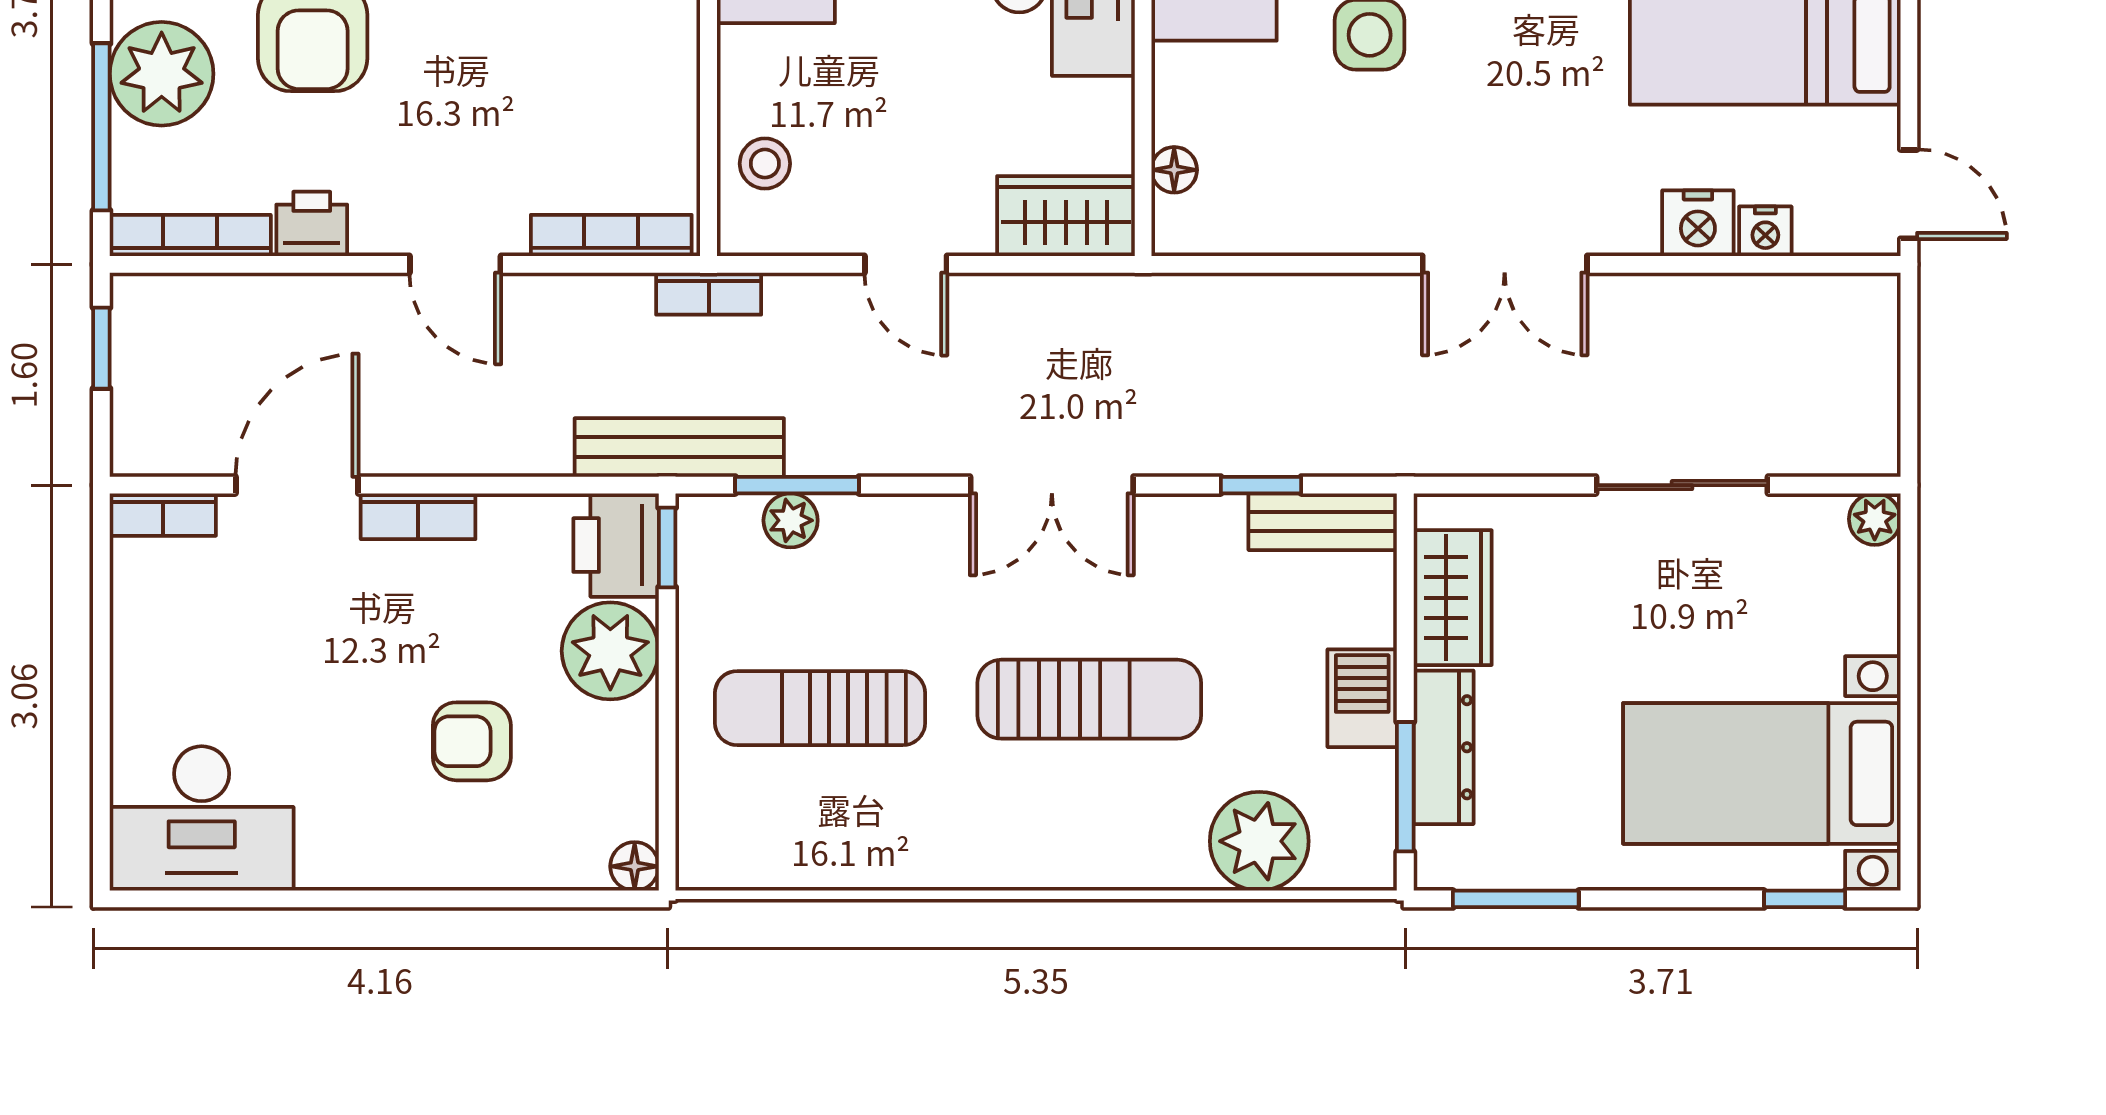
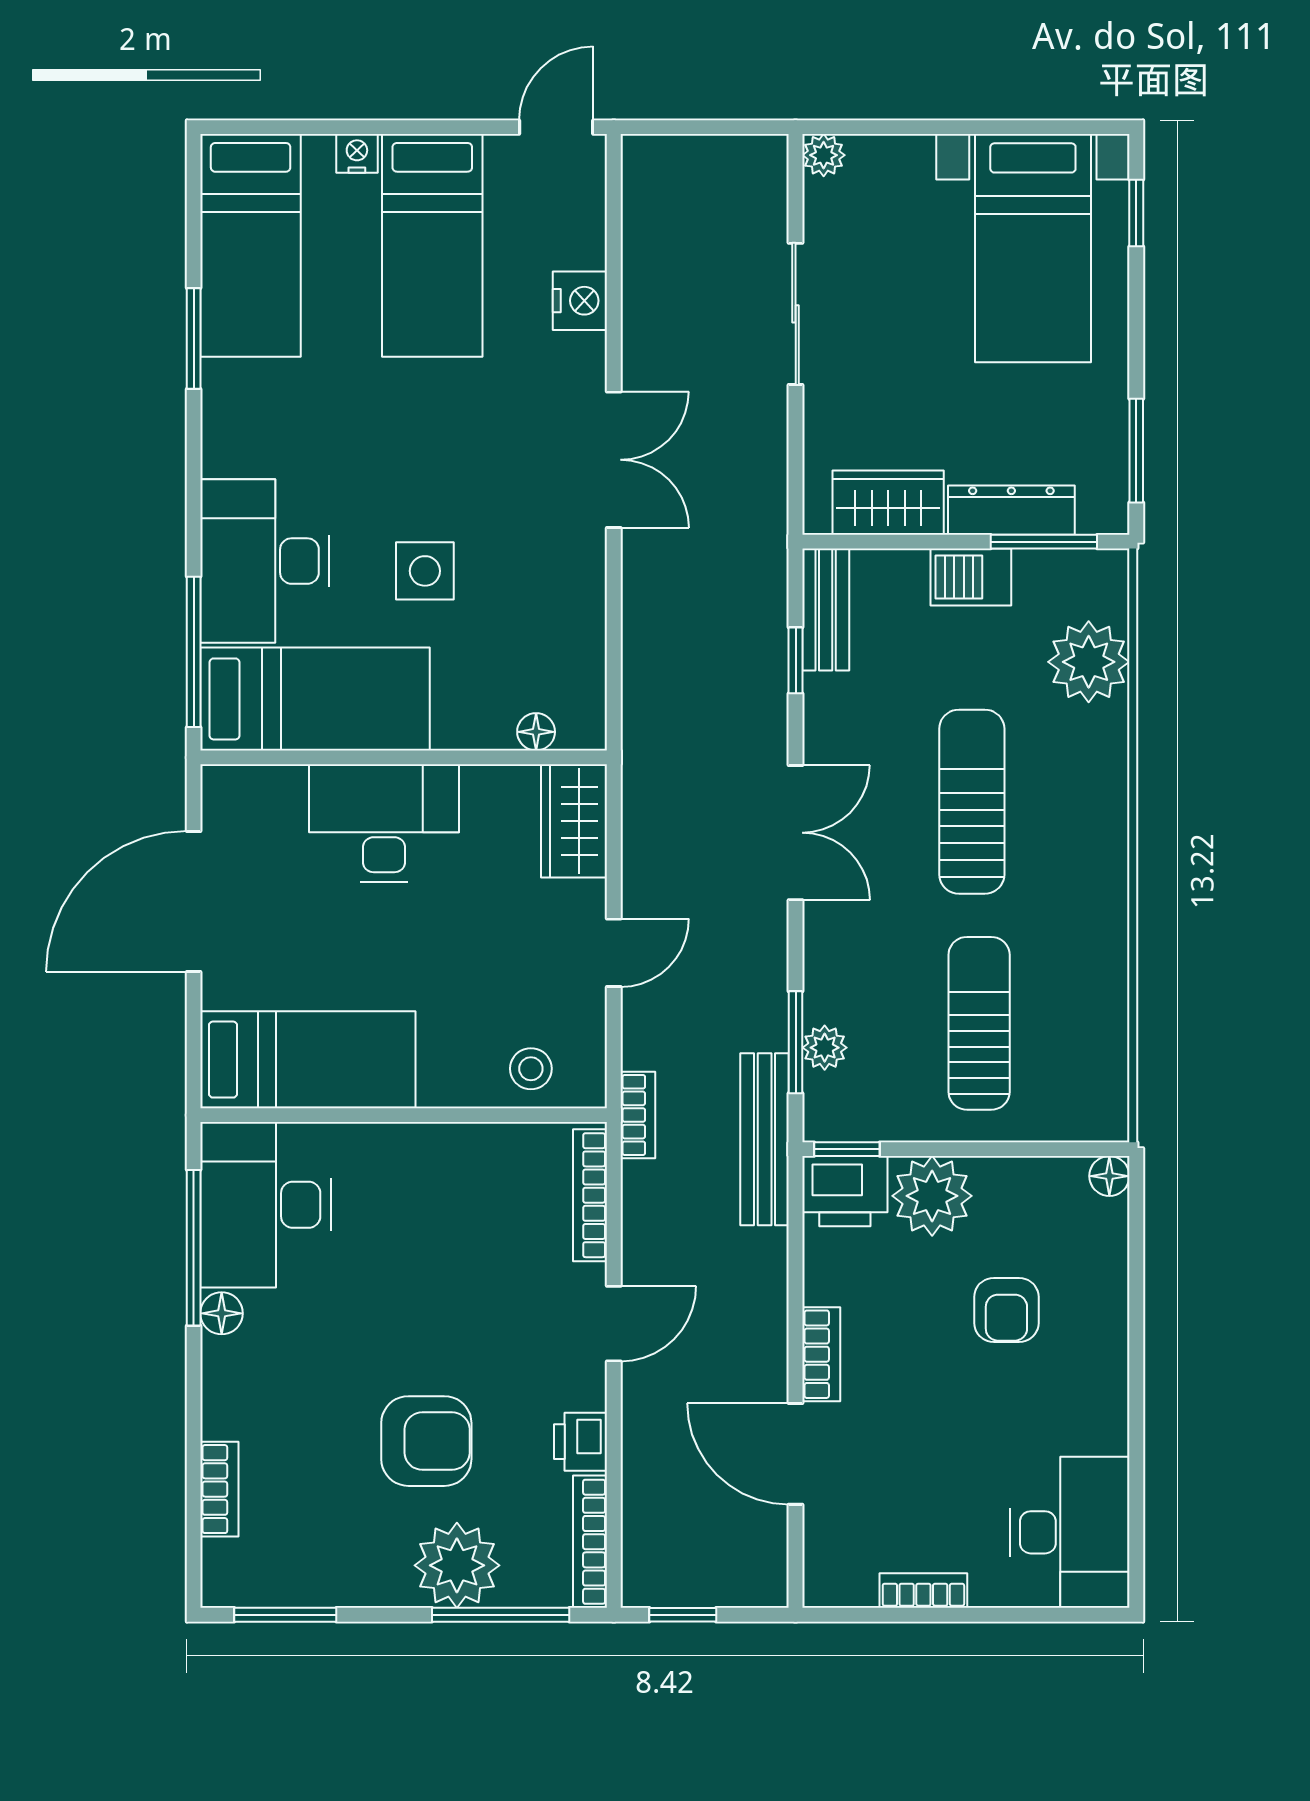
nightstand: (1765, 231) -> (587, 245), removed
bookcase: (163, 515) -> (923, 1591), moved, turned -90
sun lounger: (820, 708) -> (979, 1023), turned 180

